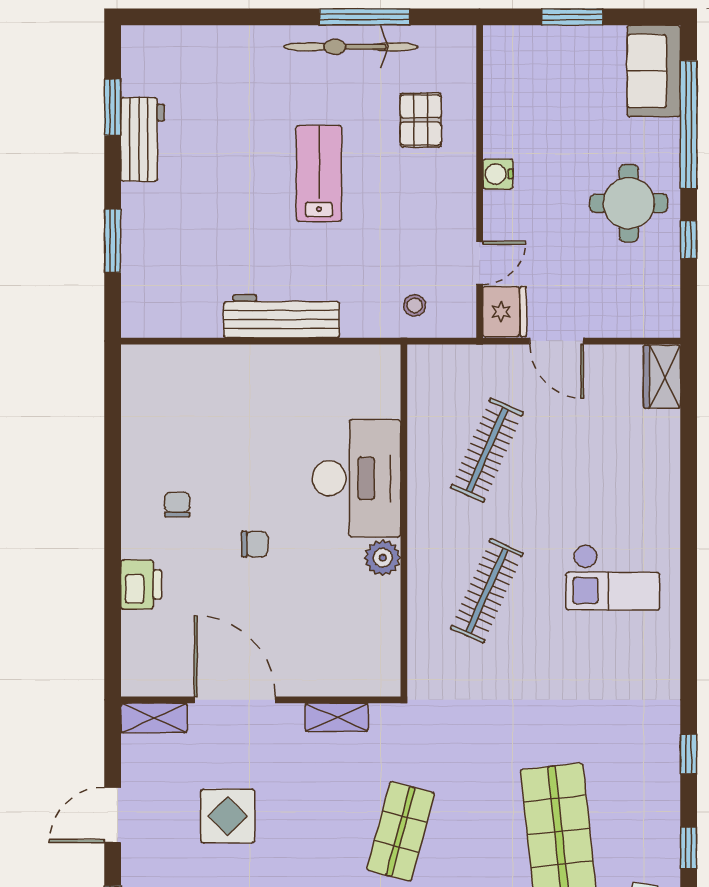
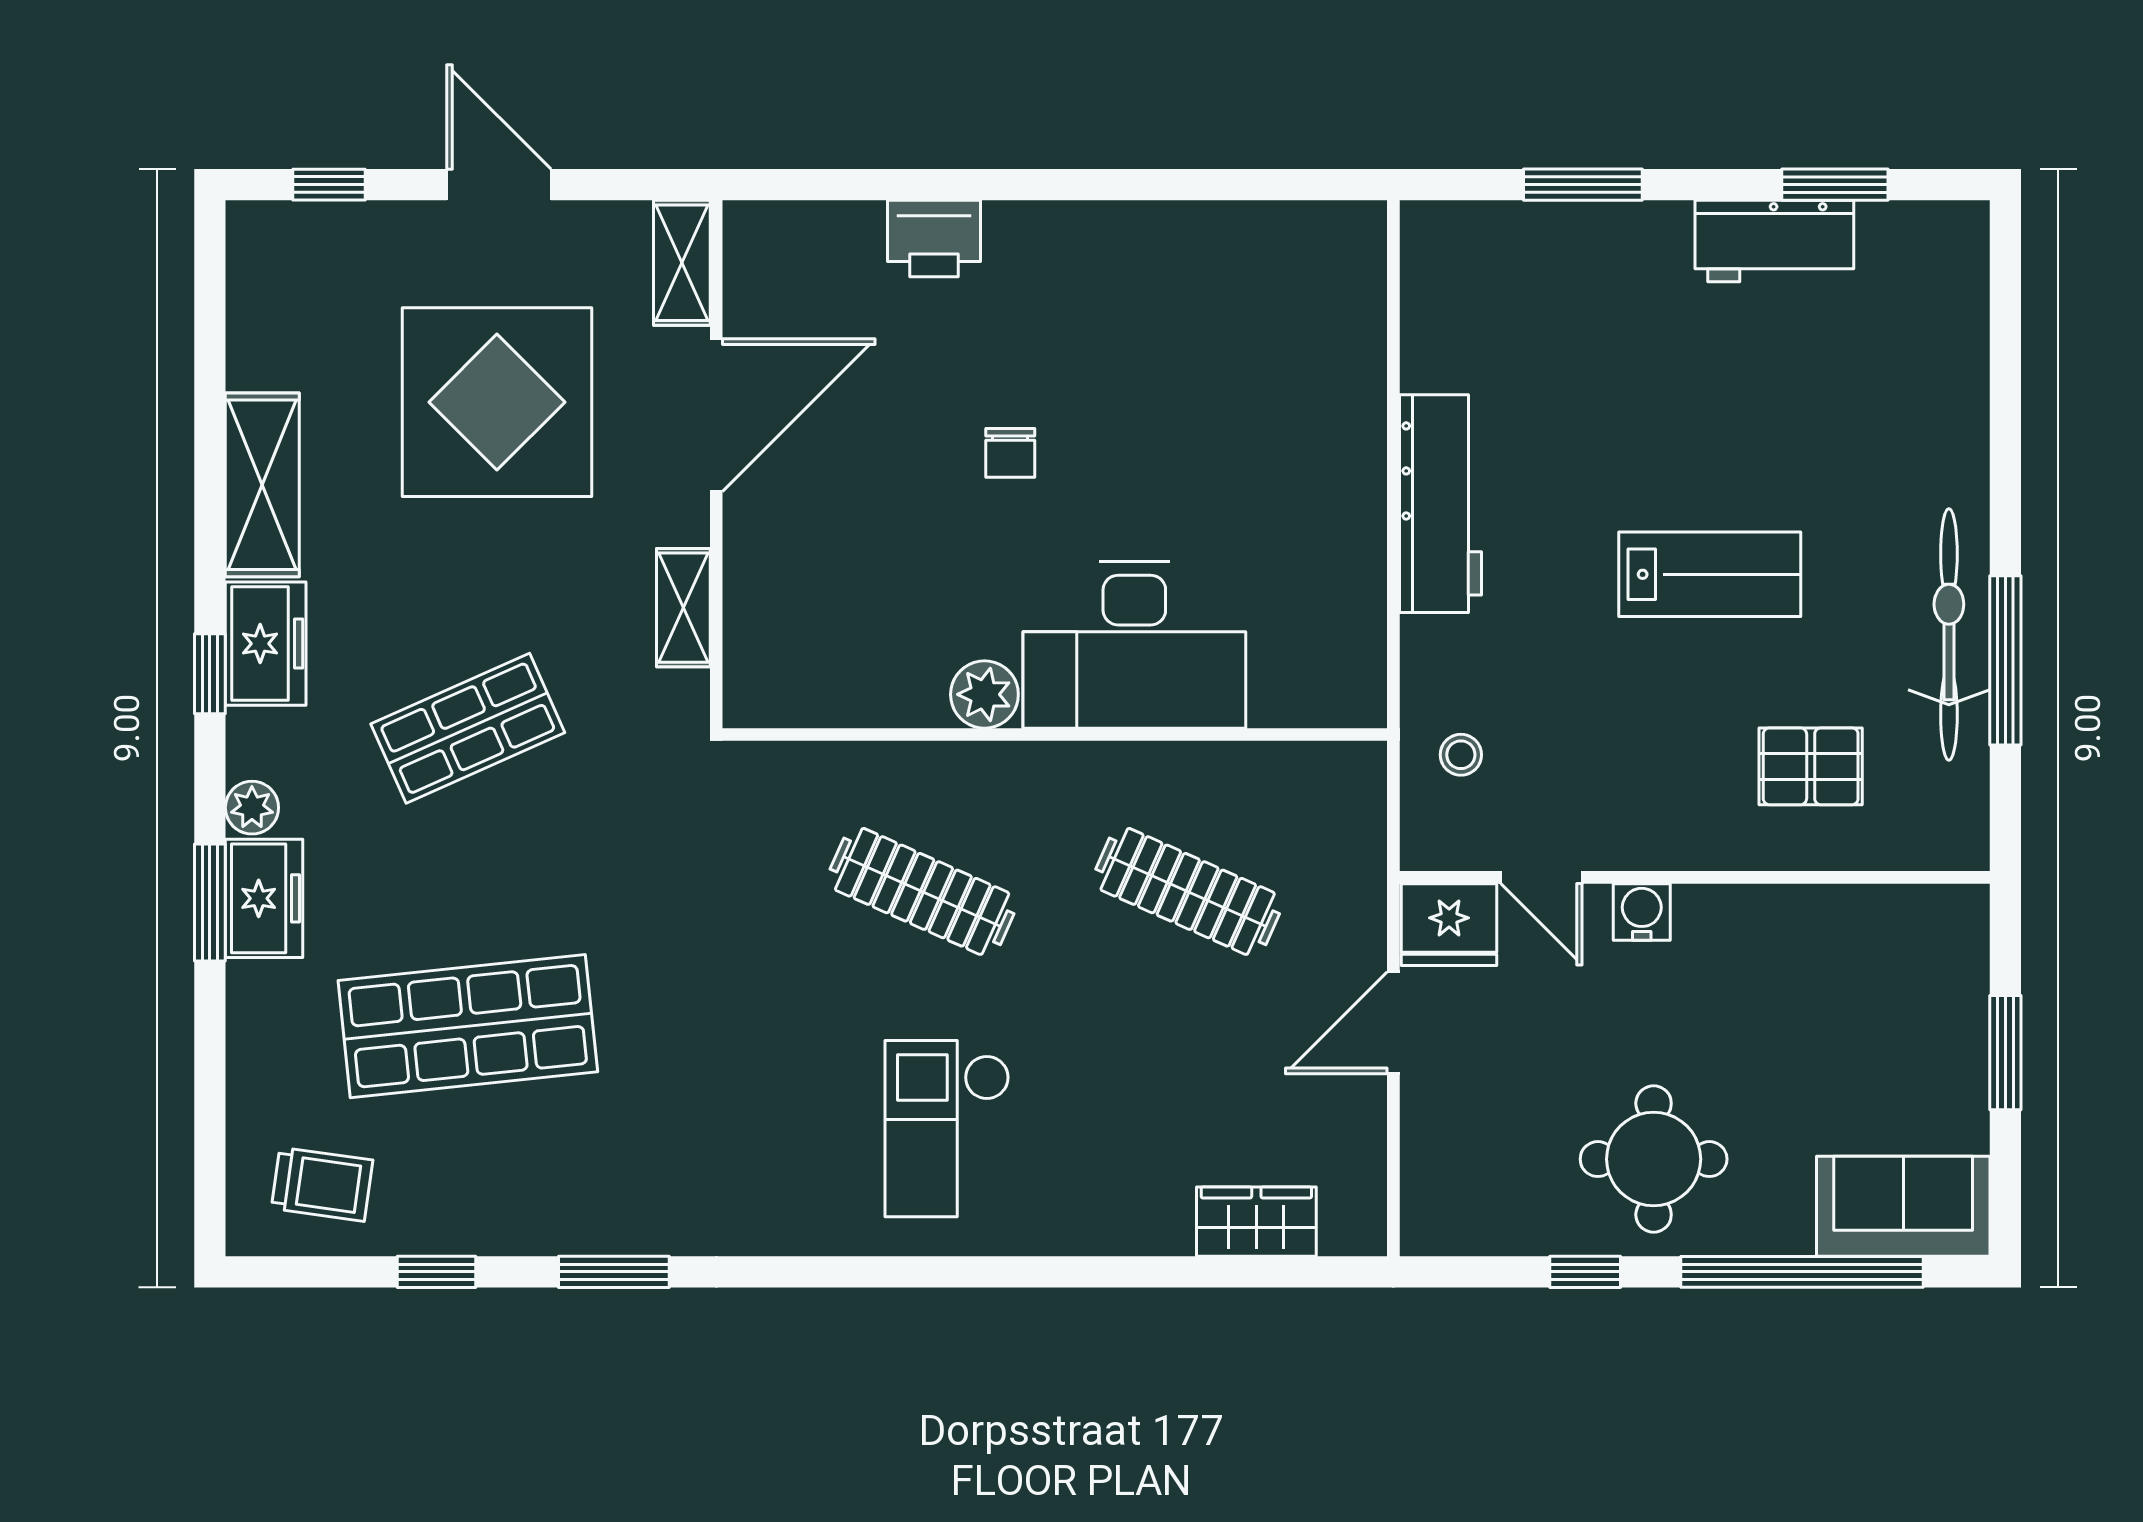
water cooler: (498, 174) -> (1642, 912), moved
wardrobe: (662, 377) -> (1256, 1222), moved
chair: (177, 505) -> (1085, 307), removed
window: (689, 754) -> (614, 1272), width x1.50
display table: (228, 816) -> (497, 402), width x1.86, depth x1.86
shop shelf: (401, 831) -> (468, 728), turned -39

